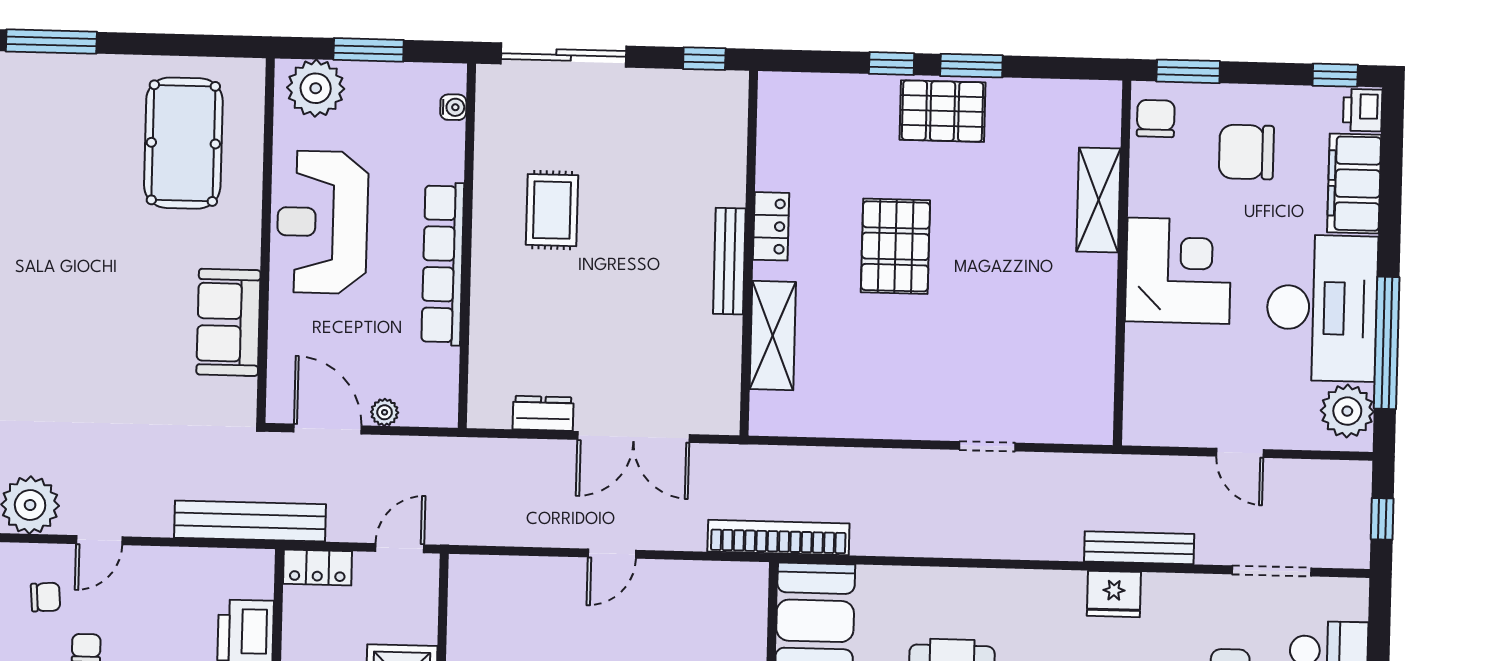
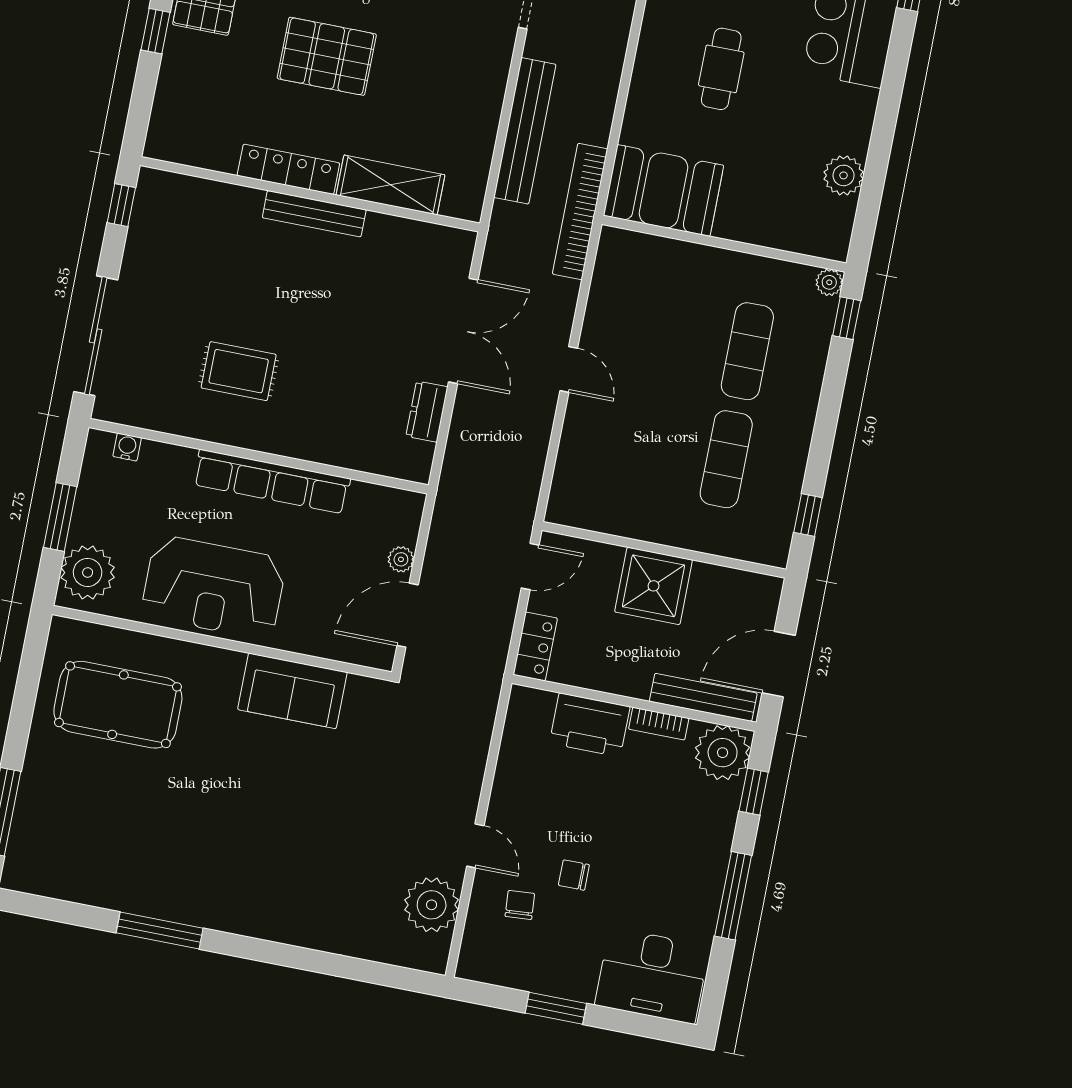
locker: (771, 226) -> (288, 169), width x1.53
bench: (250, 521) -> (525, 131), moved
door: (400, 548) -> (530, 567), swing flipped

